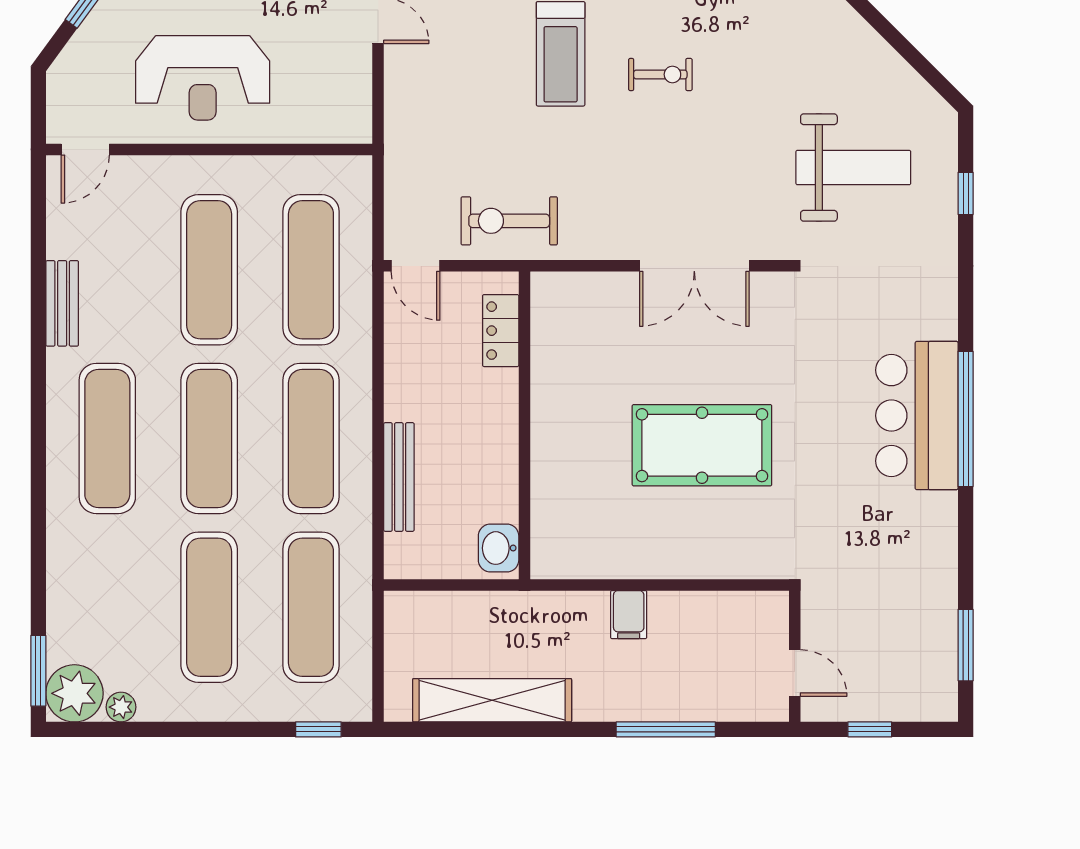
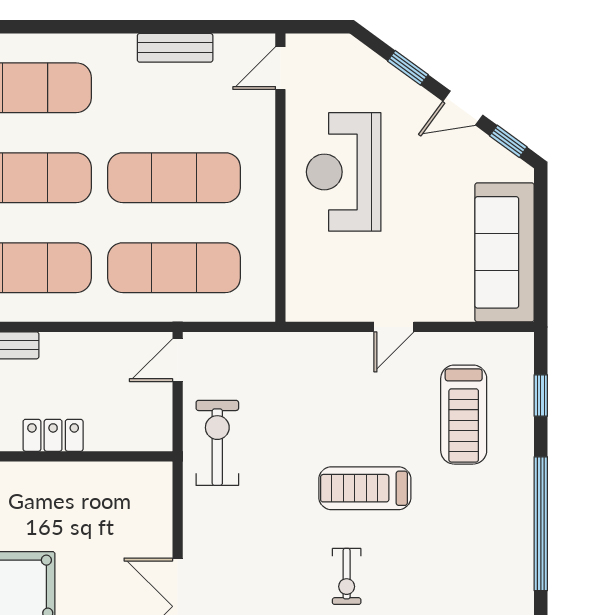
door: (85, 149) -> (280, 68), hinge flipped
bench: (62, 303) -> (175, 48), moved
locker: (501, 331) -> (53, 435), moved

